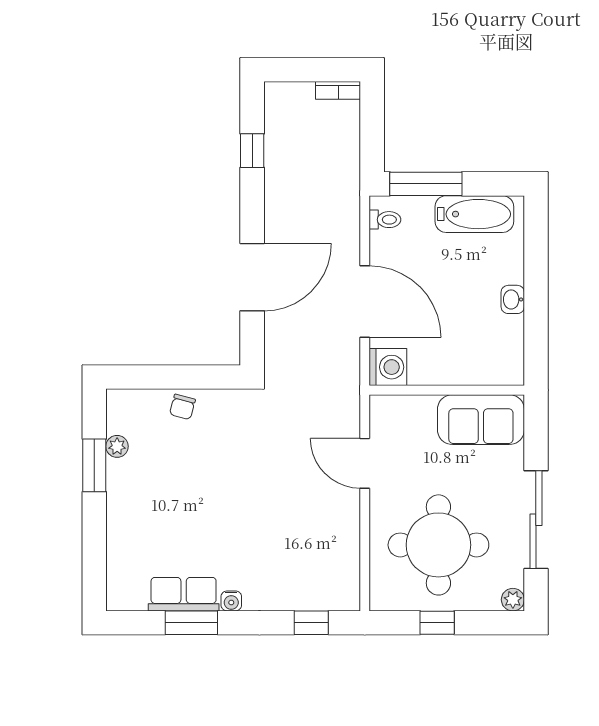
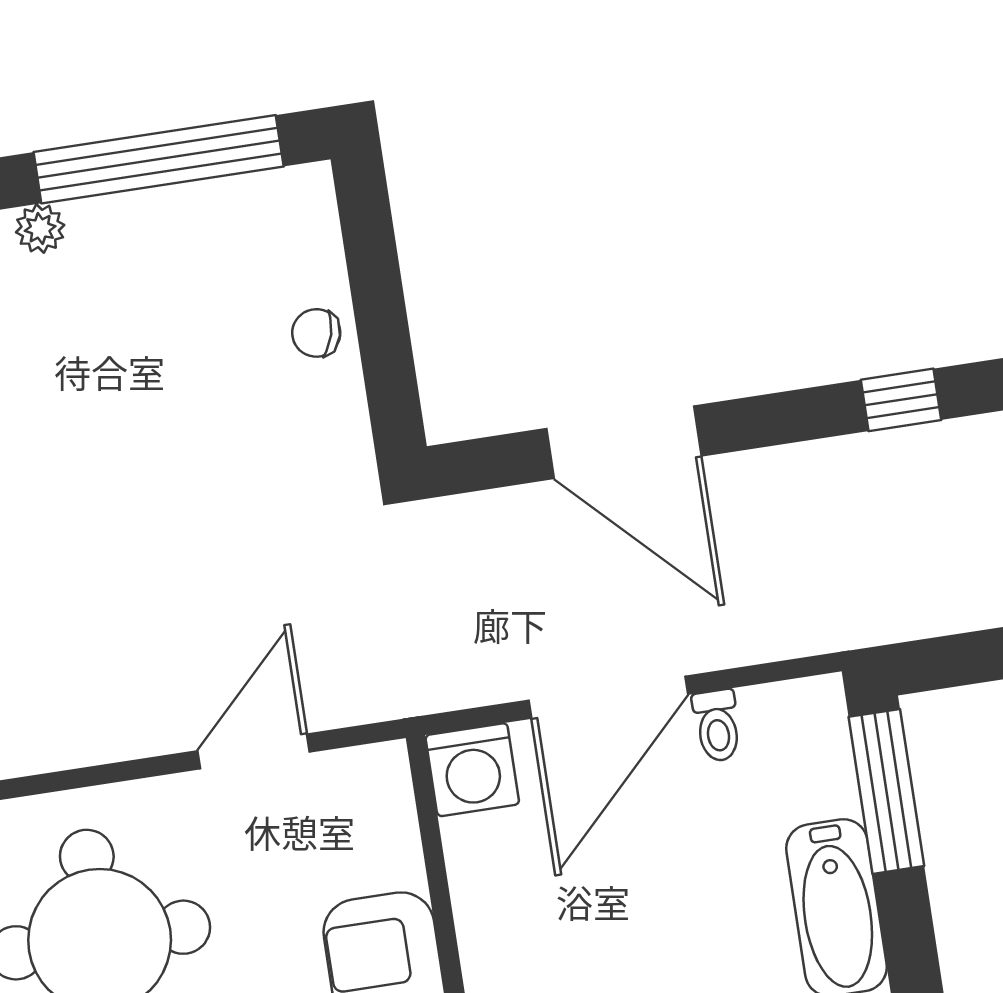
toilet: (385, 220) -> (717, 726), moved
plant: (117, 446) -> (40, 229), moved
window: (94, 465) -> (159, 159), width x2.11

